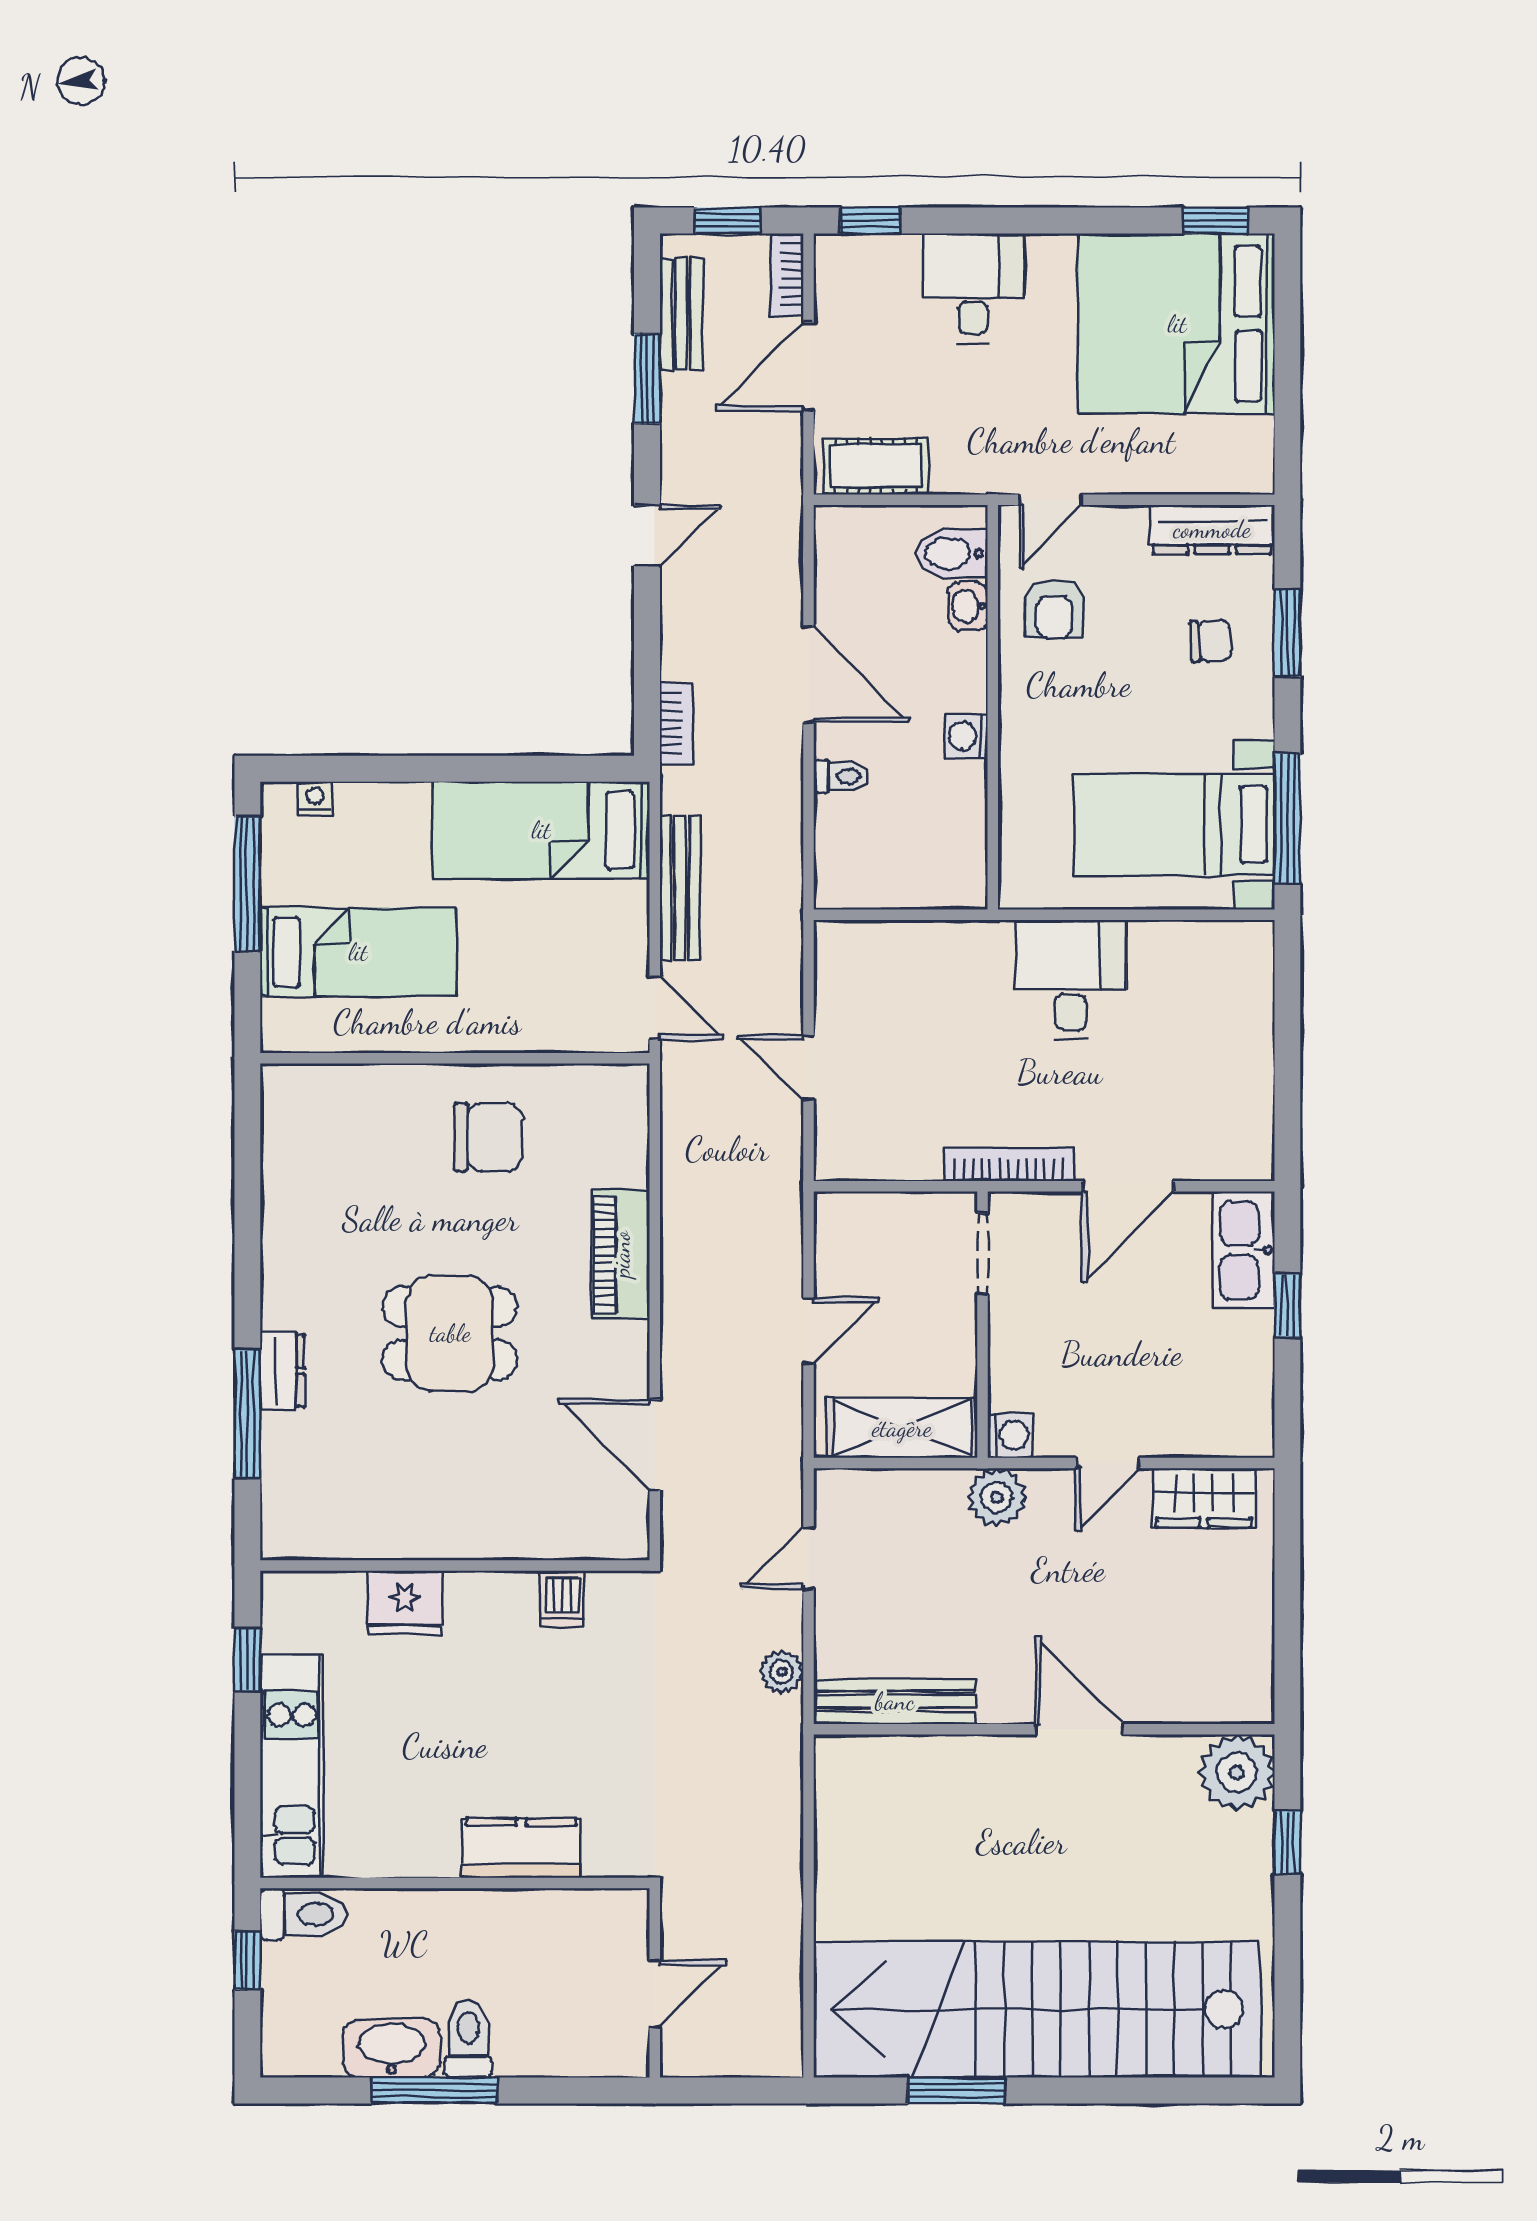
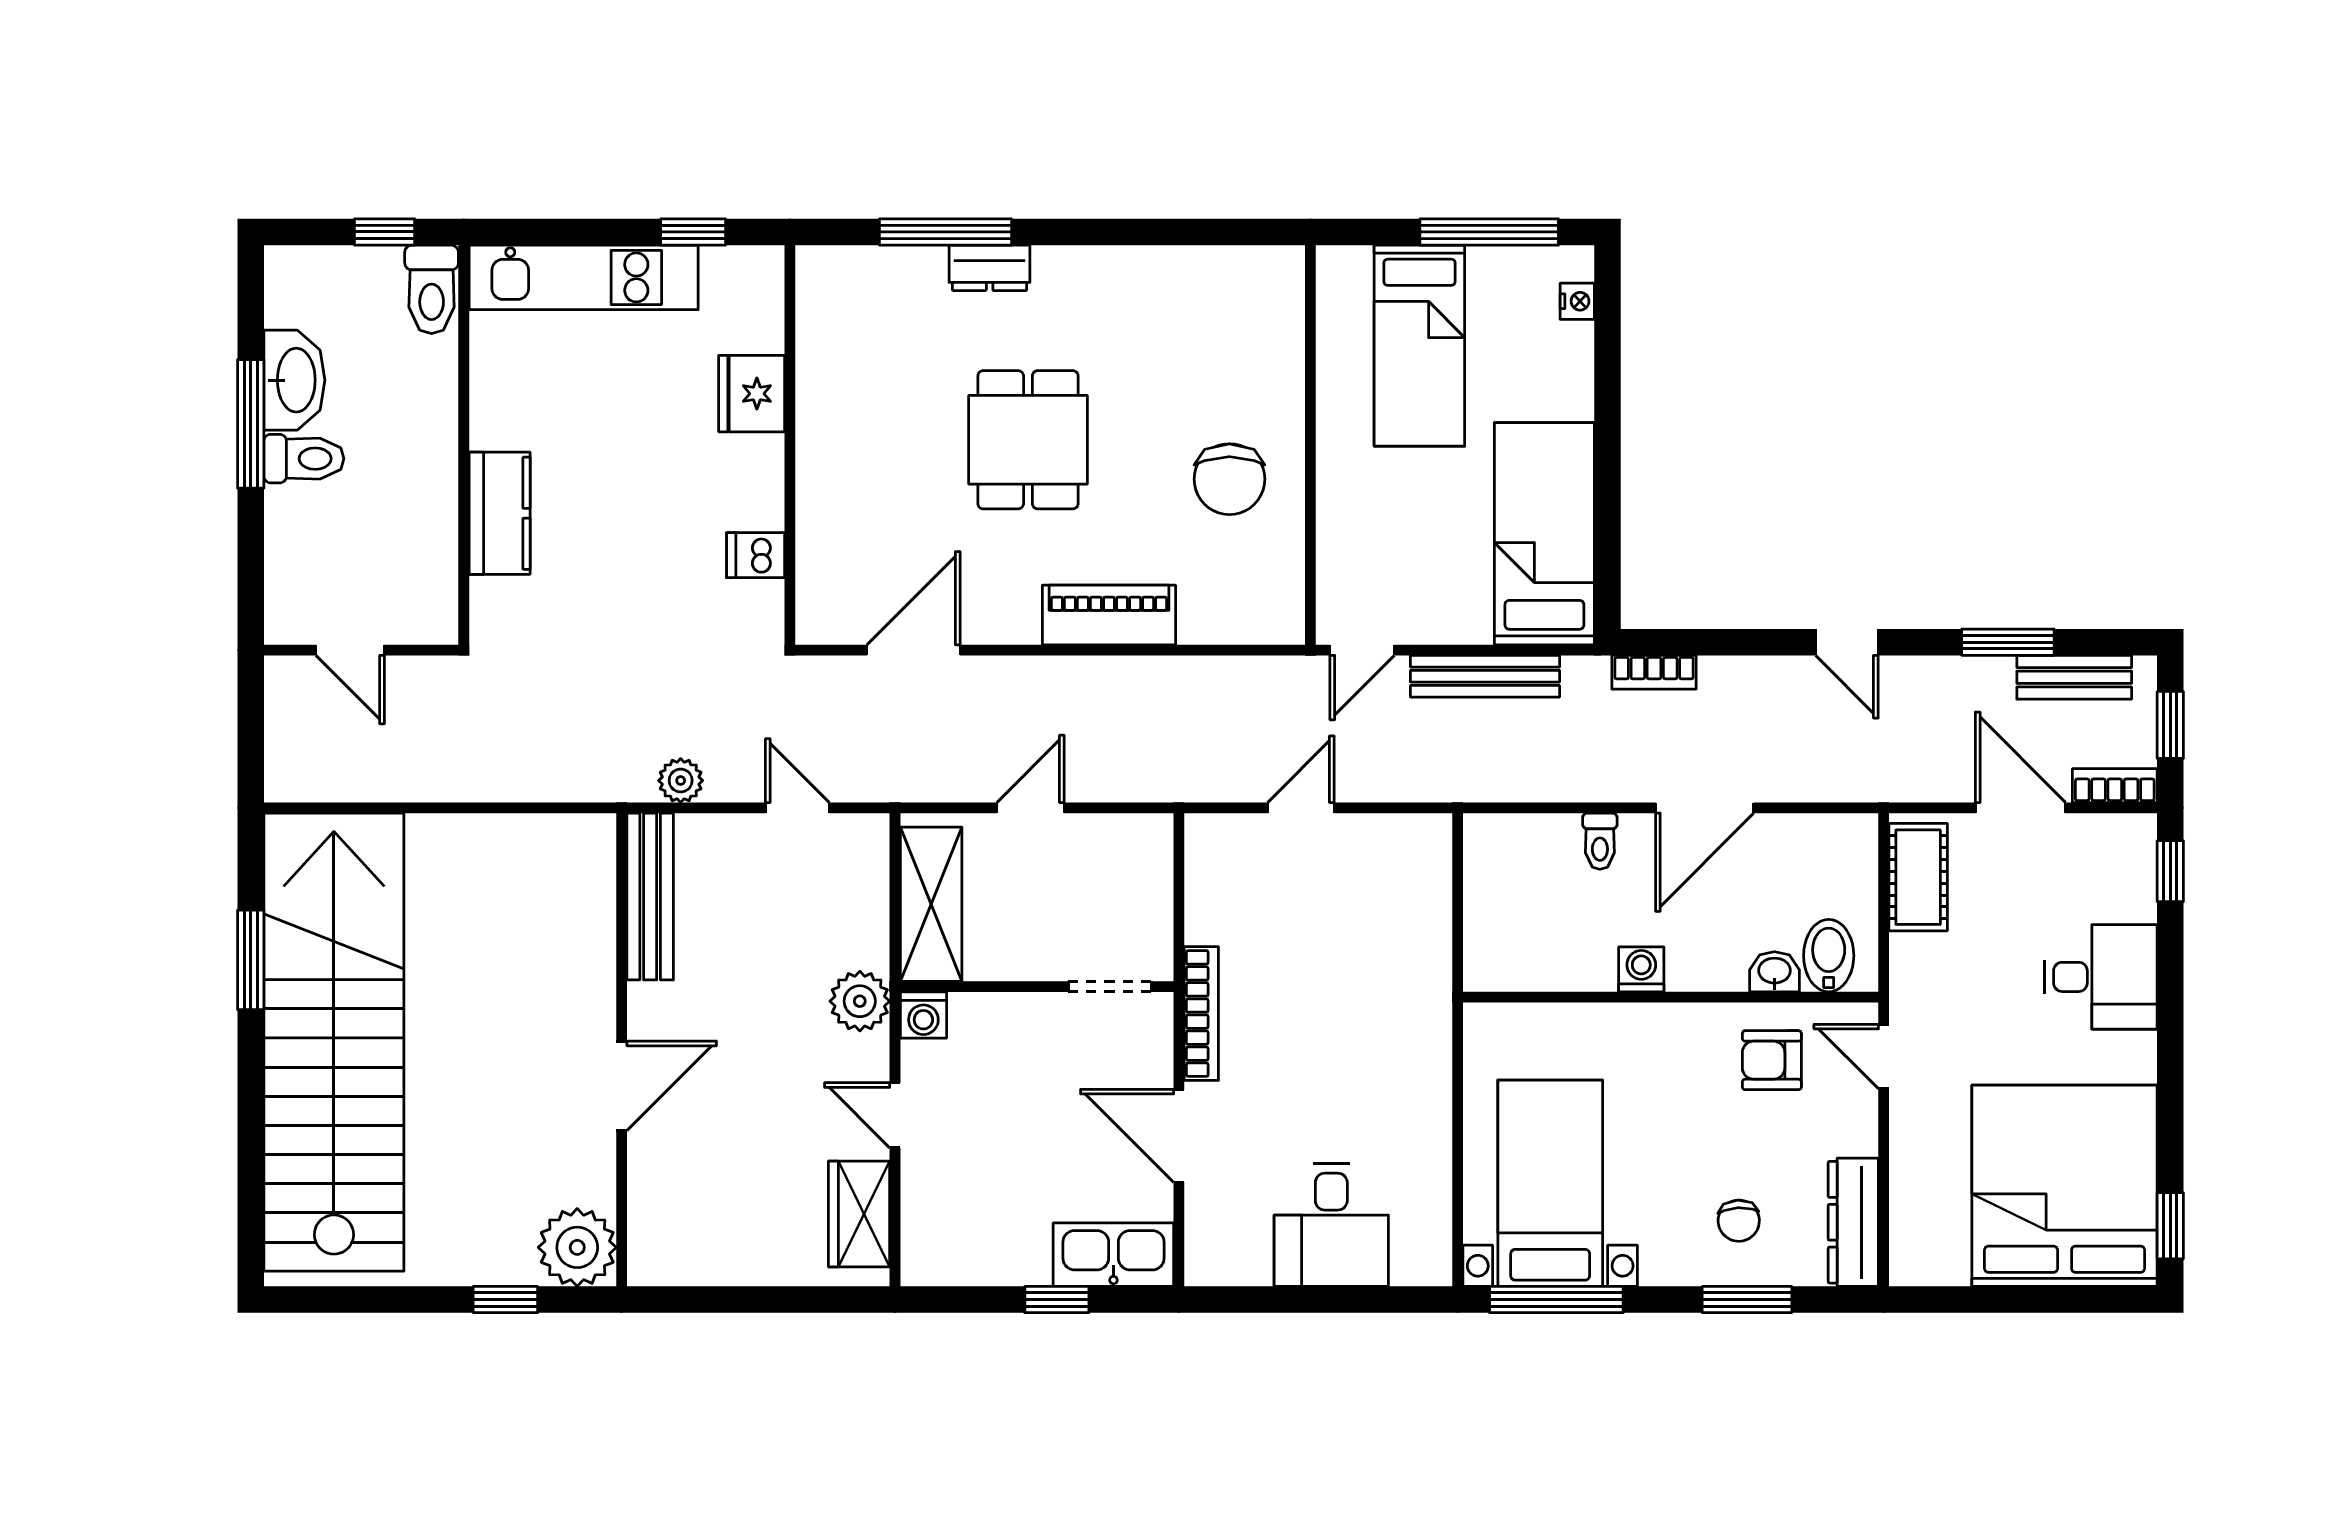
desk: (1071, 980) -> (1331, 1225), moved, turned 90
door: (808, 1331) -> (1031, 808), swing flipped

